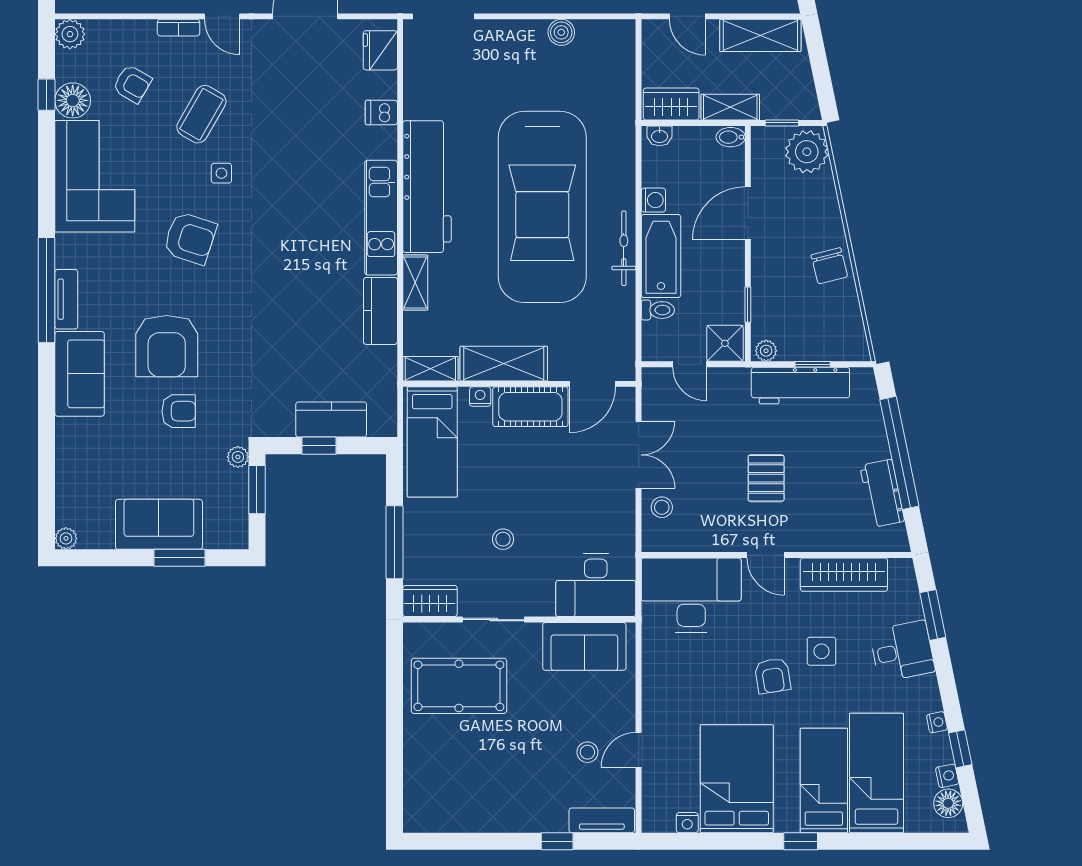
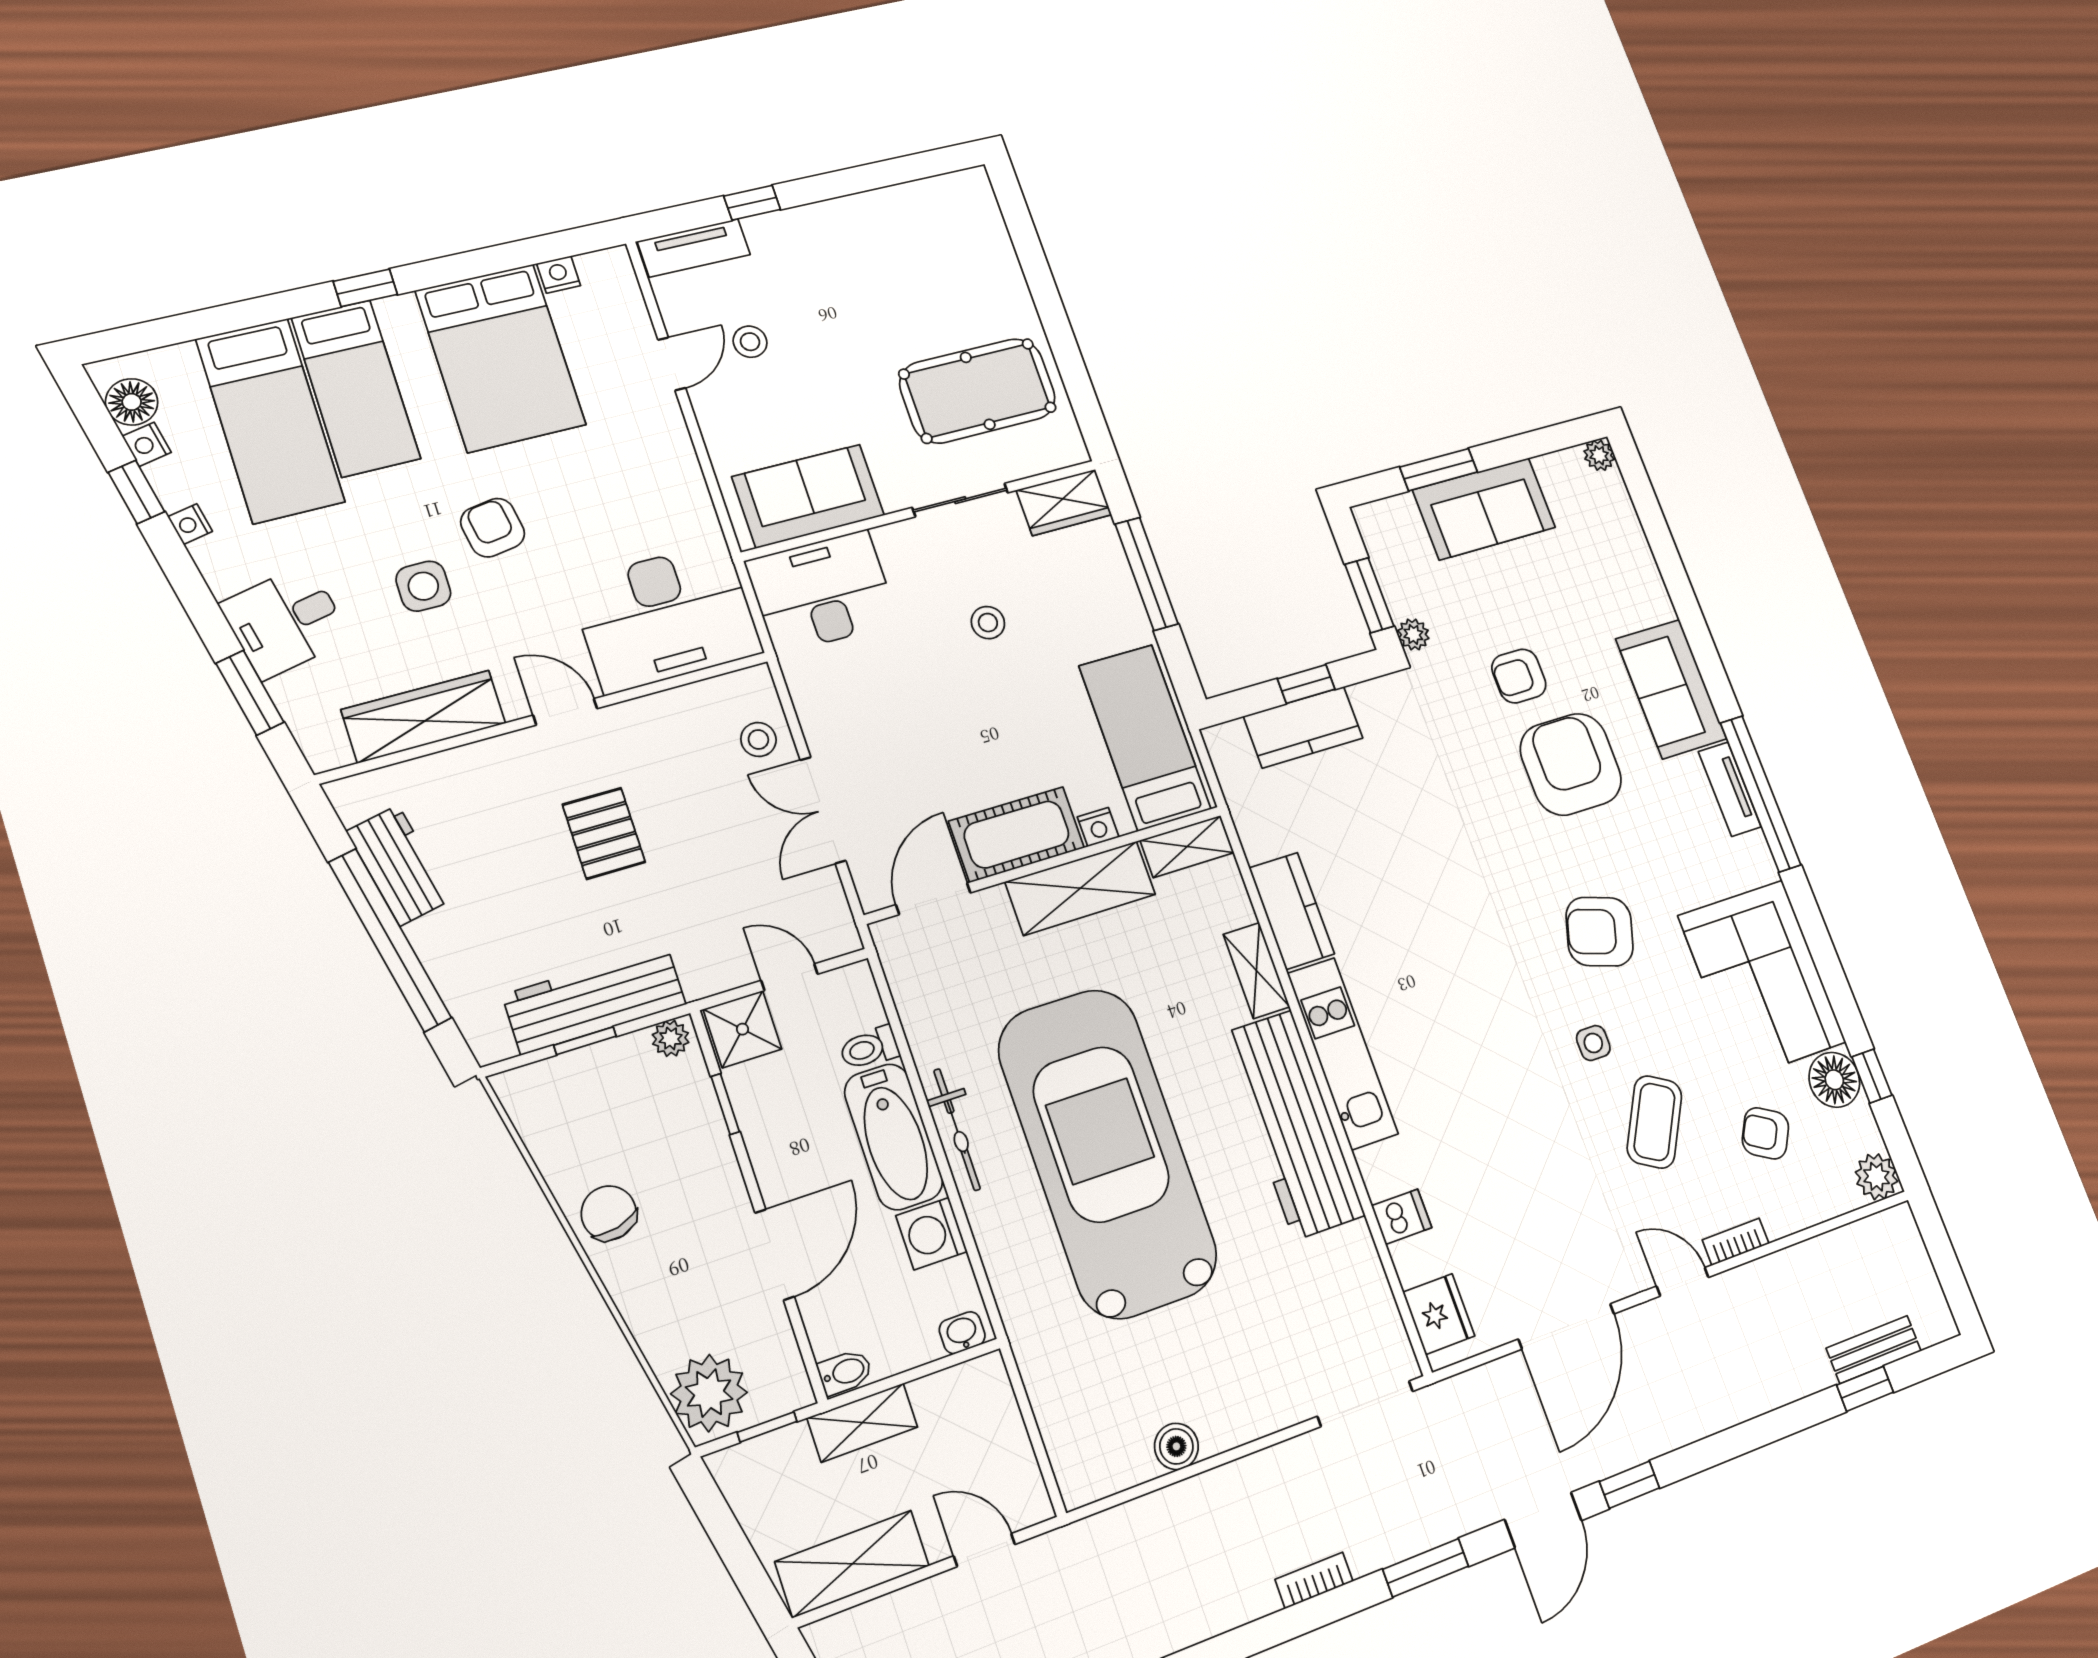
wardrobe: (671, 104) -> (961, 1392), removed
washing machine: (653, 200) -> (932, 1234), width x1.38, depth x1.38

